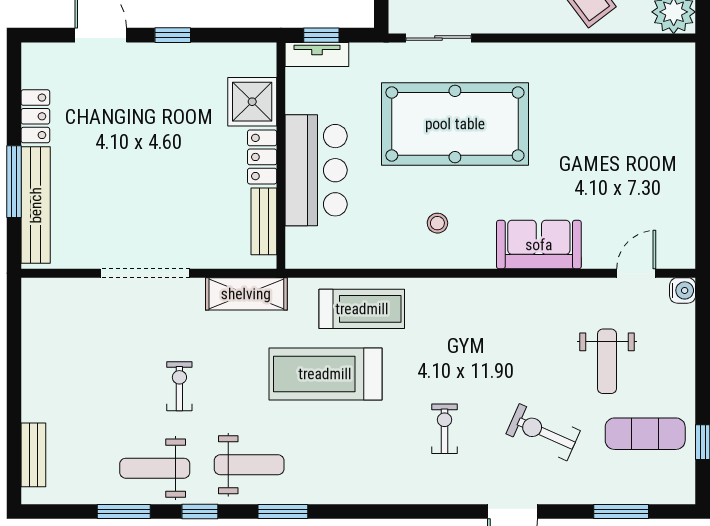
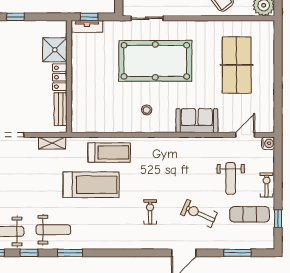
table tennis table: (619, 132) -> (237, 65), added
bar counter: (316, 170) -> (87, 84), removed
shelving: (246, 294) -> (52, 143), width x0.67, depth x0.75
treadmill: (325, 374) -> (91, 185), turned 180
exercise bike: (179, 386) -> (267, 185), moved

